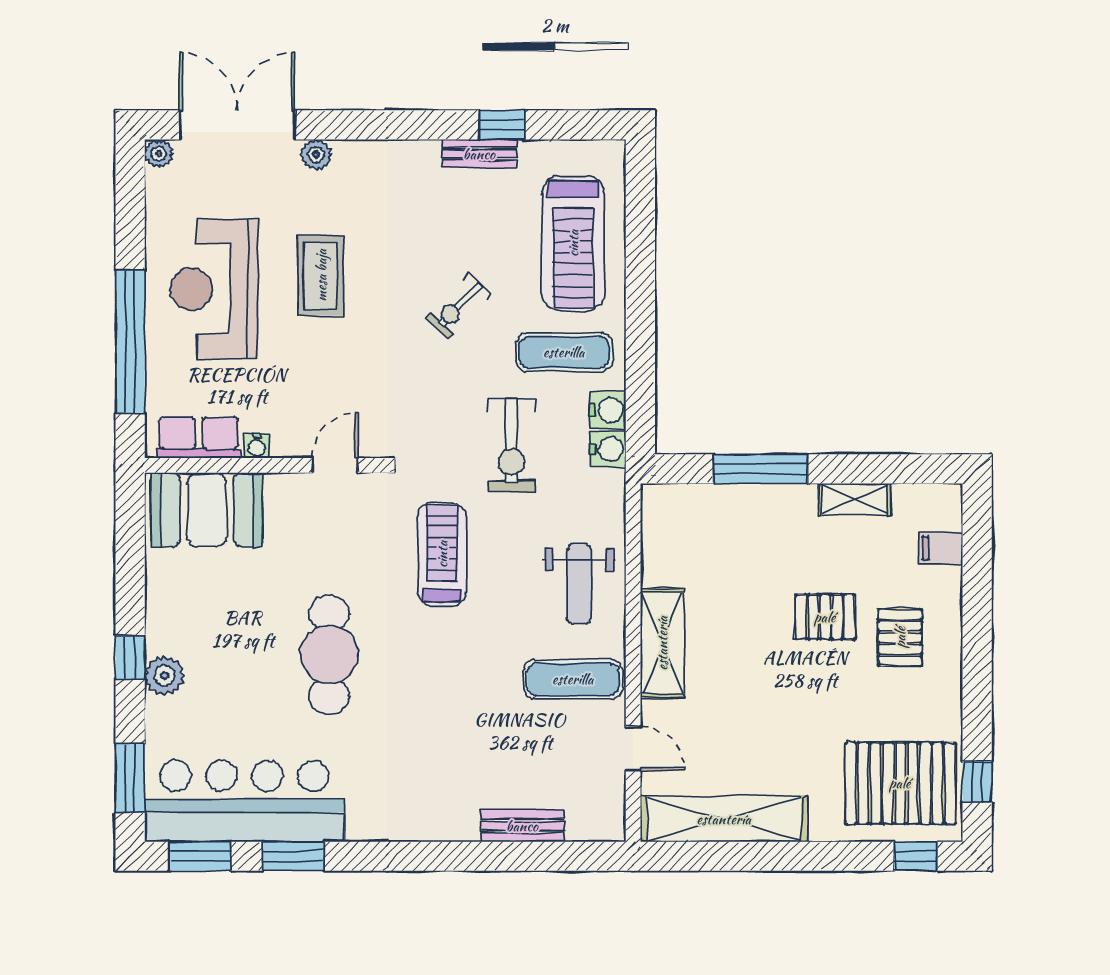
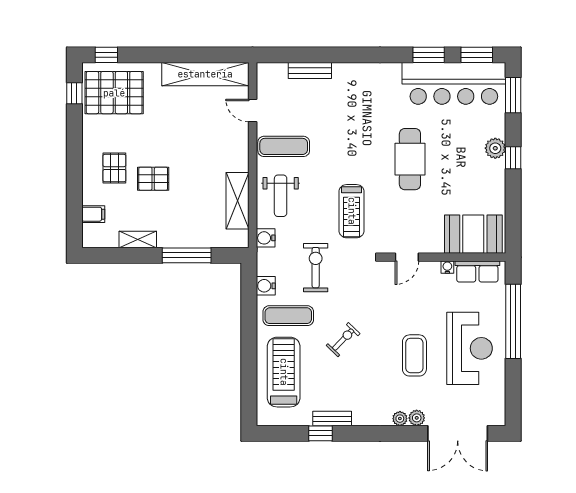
plant: (159, 154) -> (400, 419), moved
water cooler: (608, 449) -> (266, 238), moved
weight bench: (579, 584) -> (281, 196), turned 180
shelving: (662, 643) -> (237, 201), moved

